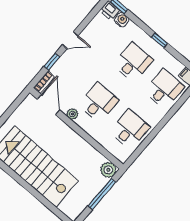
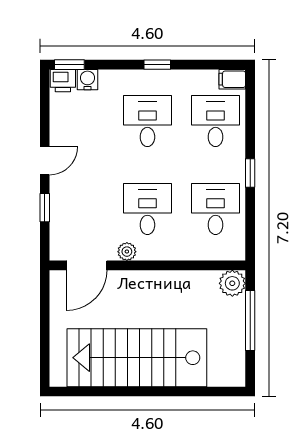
bookcase: (44, 82) -> (57, 242), removed
door: (49, 105) -> (87, 265), swing flipped
window: (160, 126) -> (250, 173), added

